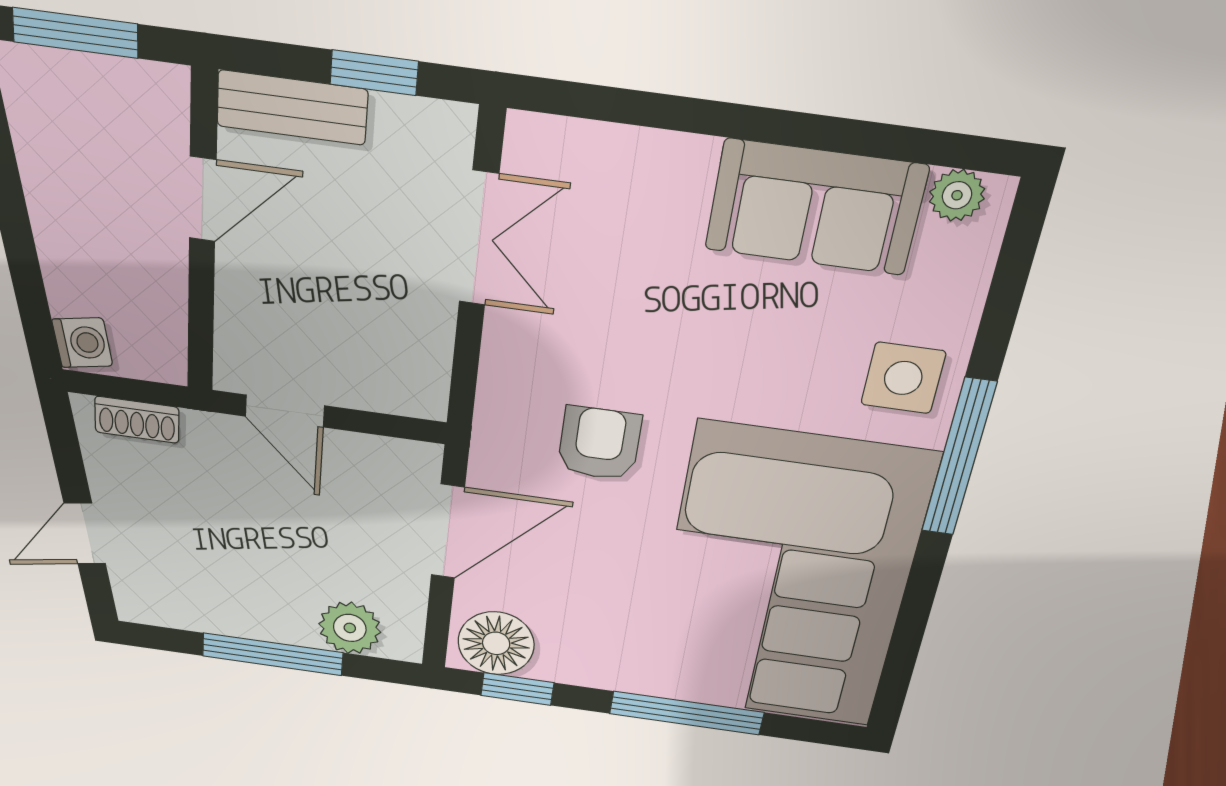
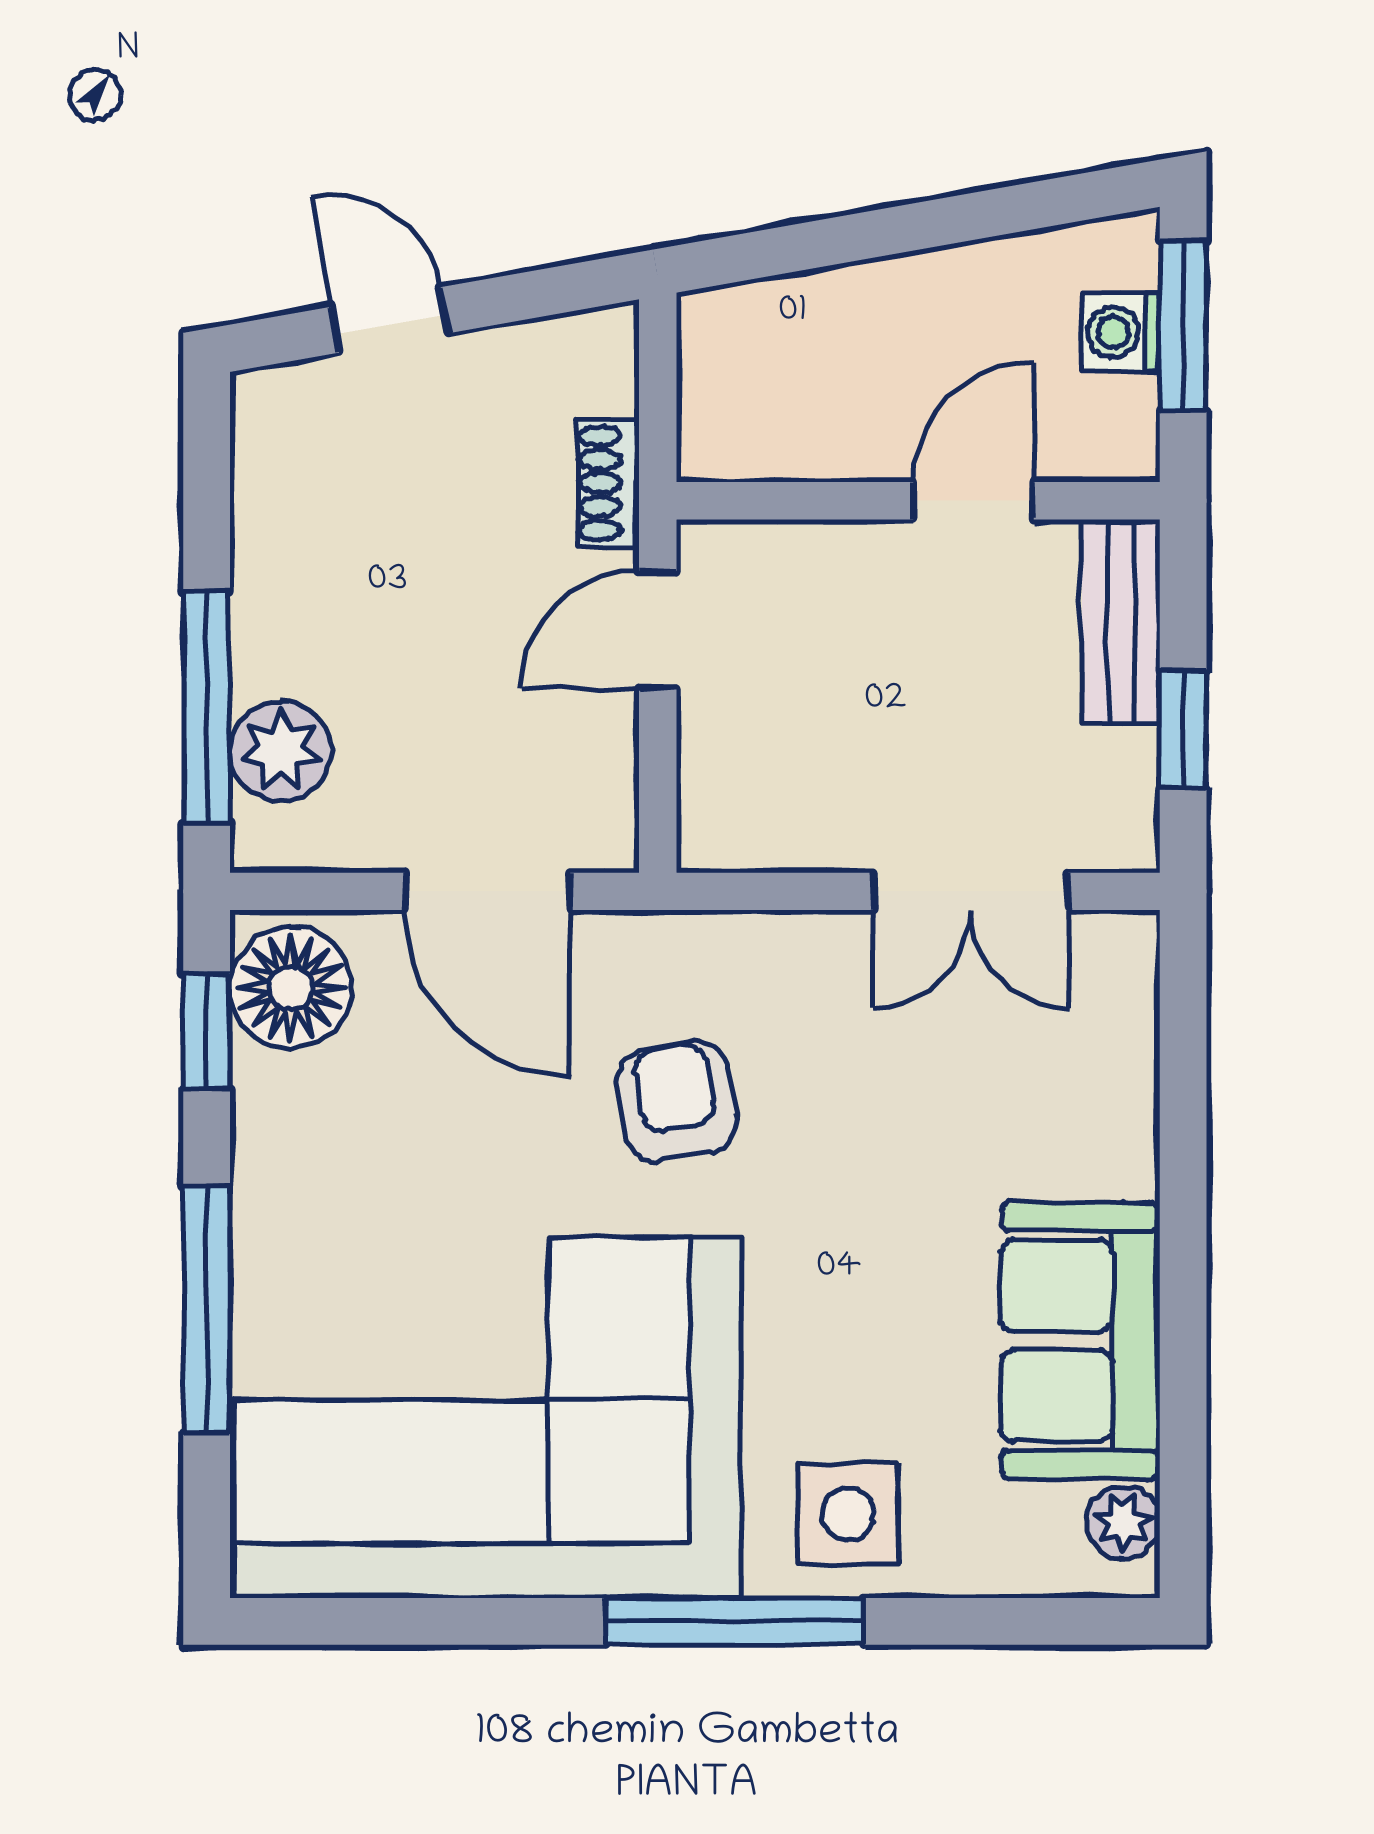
door: (203, 199) -> (974, 501), swing flipped
washing machine: (82, 343) -> (1121, 332), moved, turned 100
shoe rack: (137, 420) -> (608, 483), moved
armchair: (599, 443) -> (676, 1101), turned -100
window: (273, 654) -> (207, 707), moved

